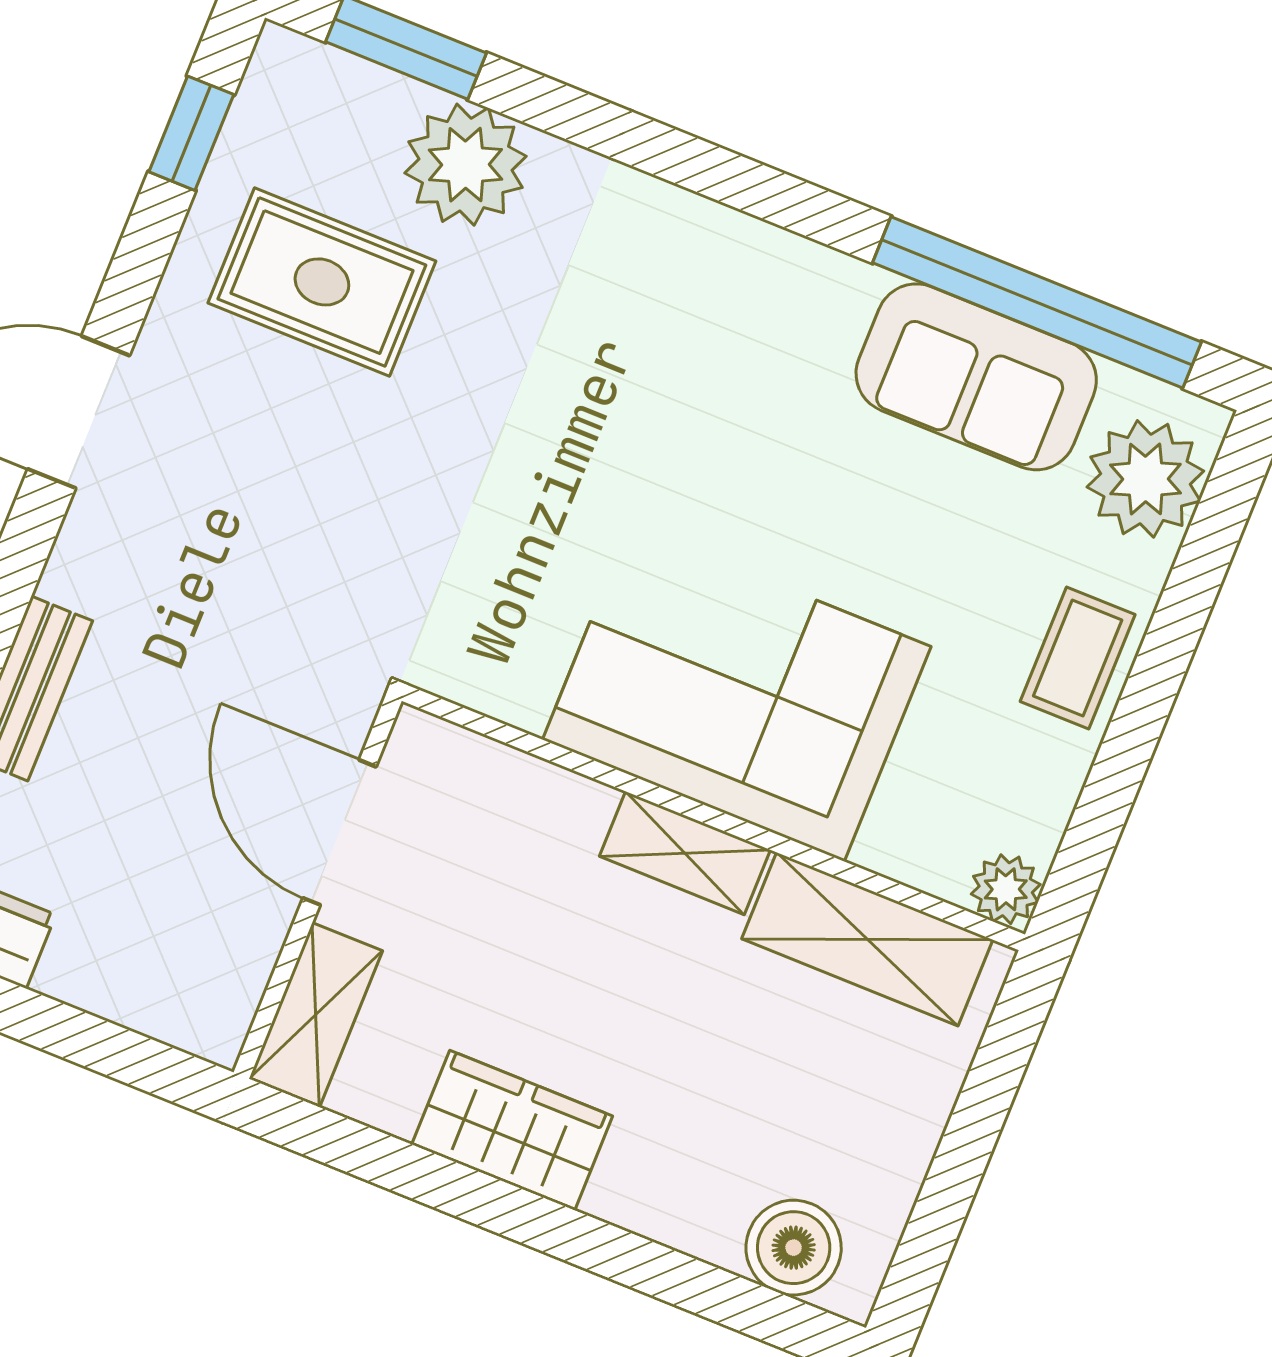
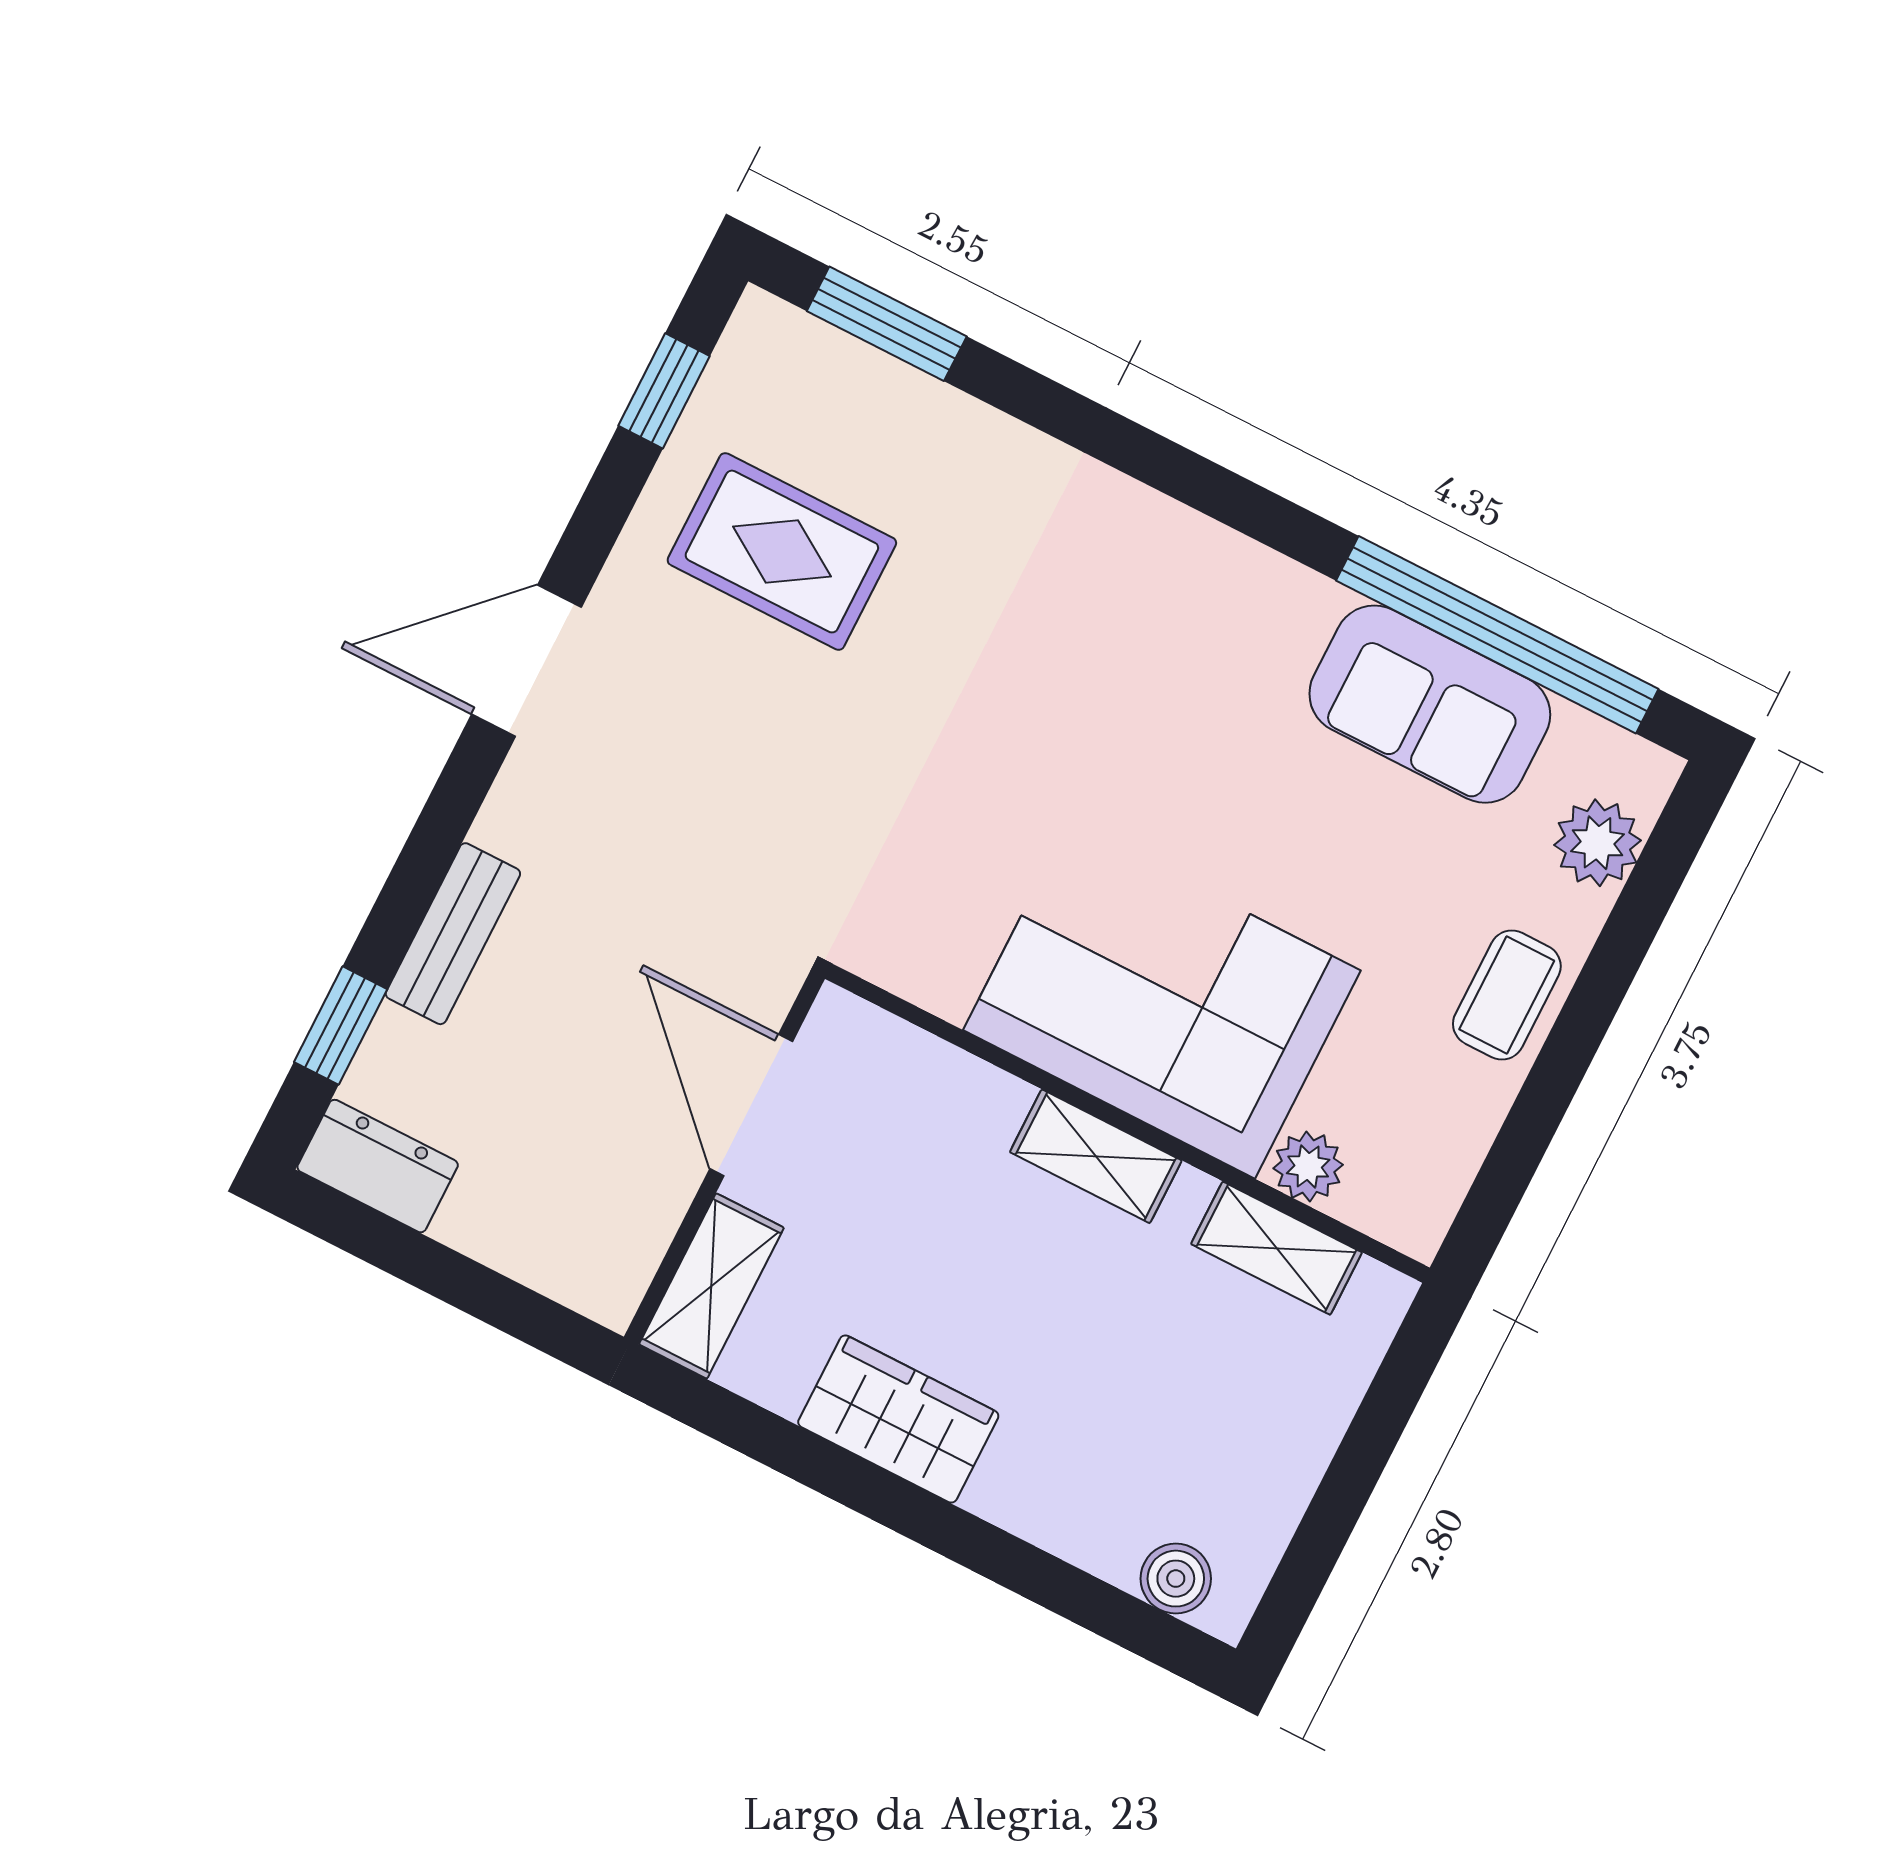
plant: (465, 165) -> (936, 446), removed
plant: (1145, 479) -> (1598, 843), width x0.73, depth x0.73
plant: (1006, 889) -> (1308, 1166), moved
shelving: (867, 939) -> (1277, 1248), width x0.67, depth x0.75
boiler: (794, 1248) -> (1176, 1579), width x0.73, depth x0.73

